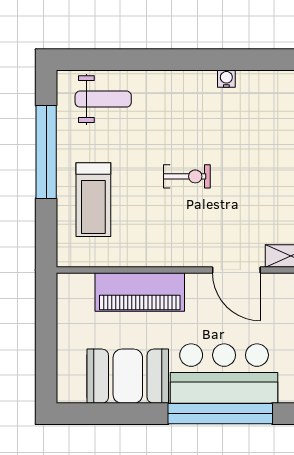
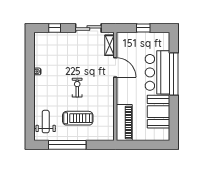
treadmill: (93, 200) -> (78, 118), moved
door: (236, 270) -> (115, 67), hinge flipped
piano: (140, 292) -> (124, 123), moved

